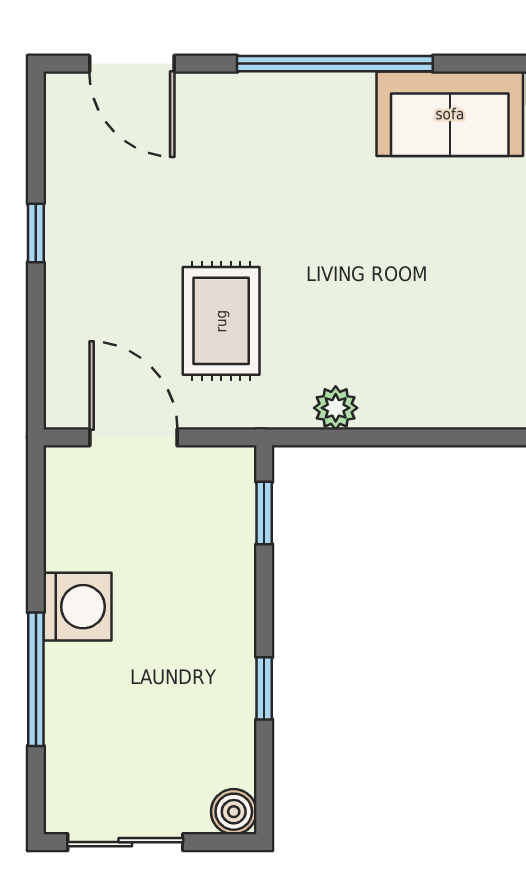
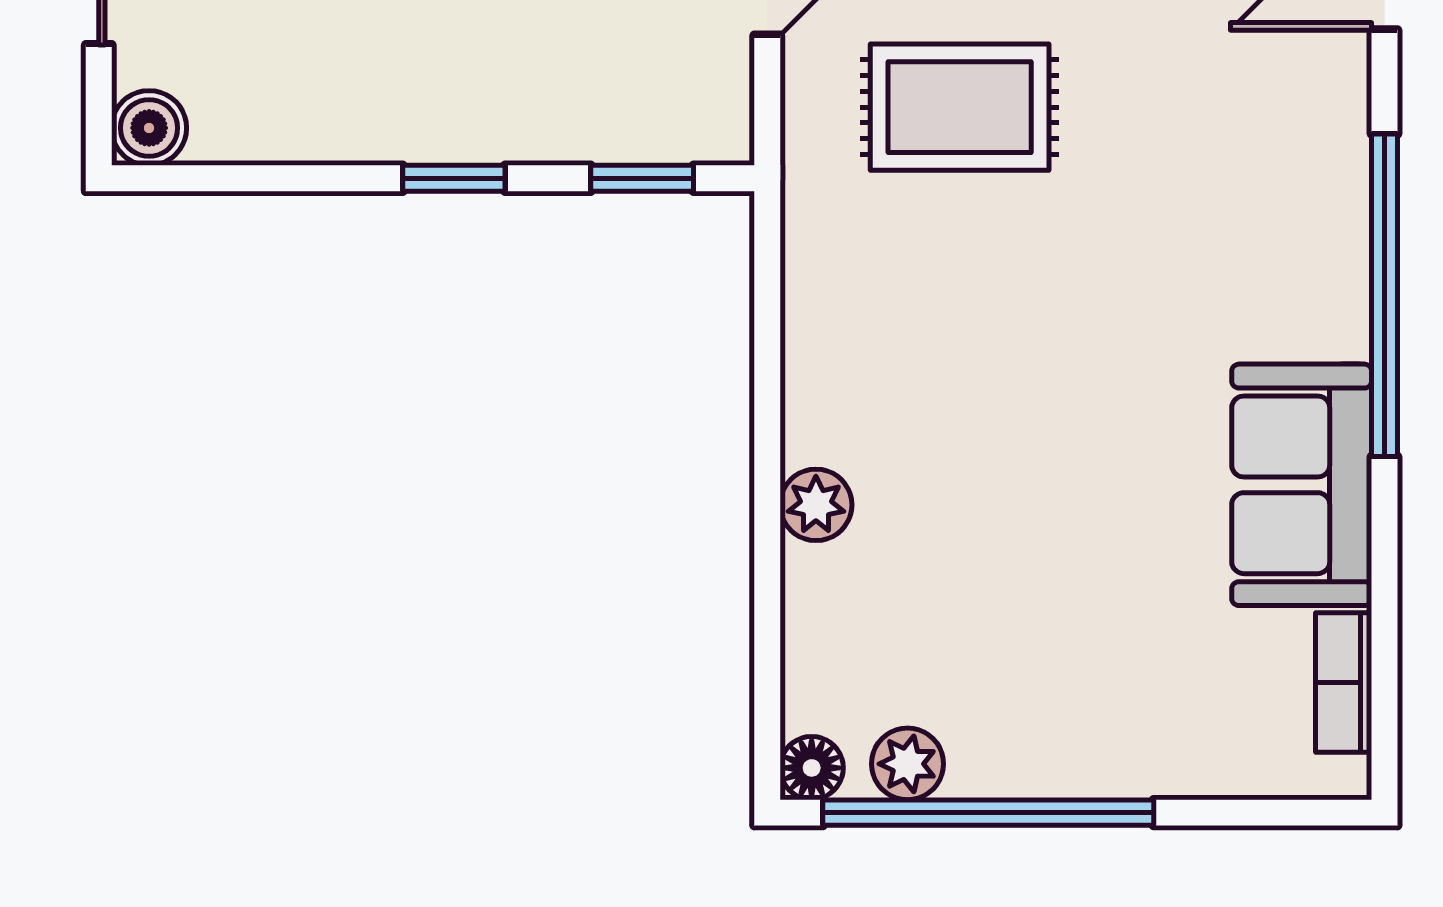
plant: (336, 408) -> (816, 505), moved
window: (264, 688) -> (454, 178), moved

